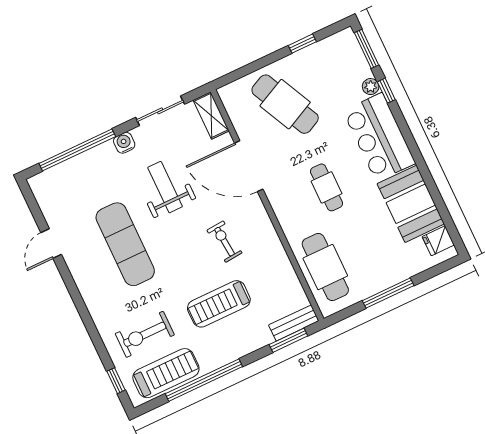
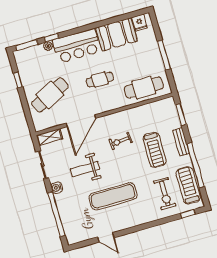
bench: (294, 323) -> (181, 142), moved

